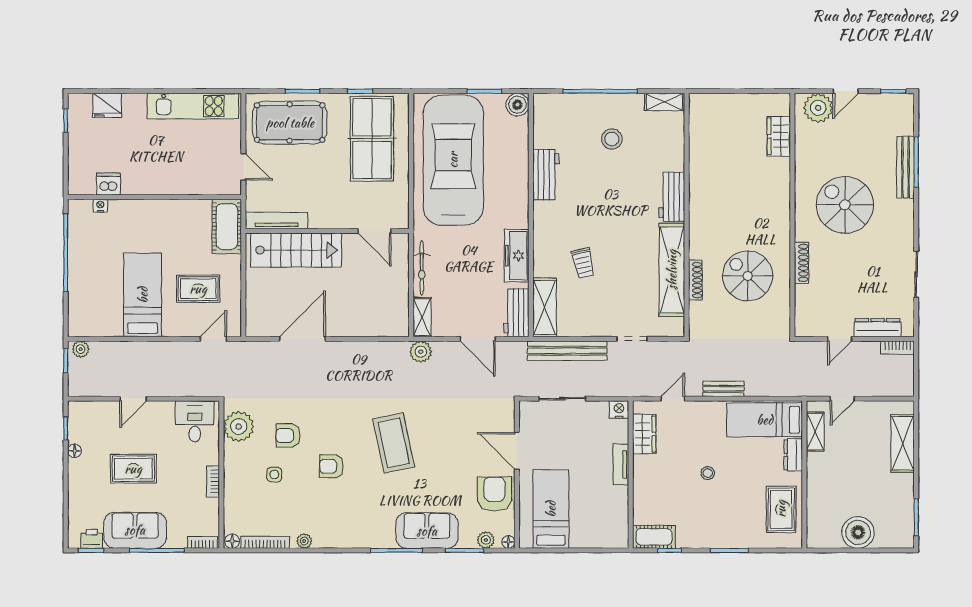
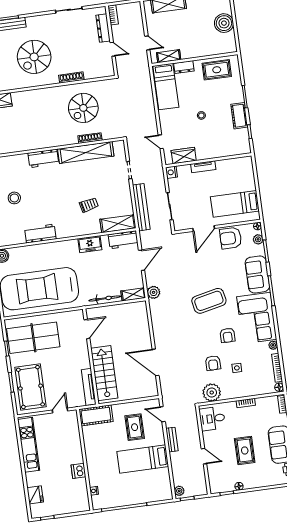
dishwasher: (108, 184) -> (78, 471), moved
freezer: (517, 256) -> (90, 244), width x0.71
bench: (723, 389) -> (172, 440), moved
corner sofa: (354, 519) -> (257, 318), added
cot: (654, 537) -> (239, 116), moved

